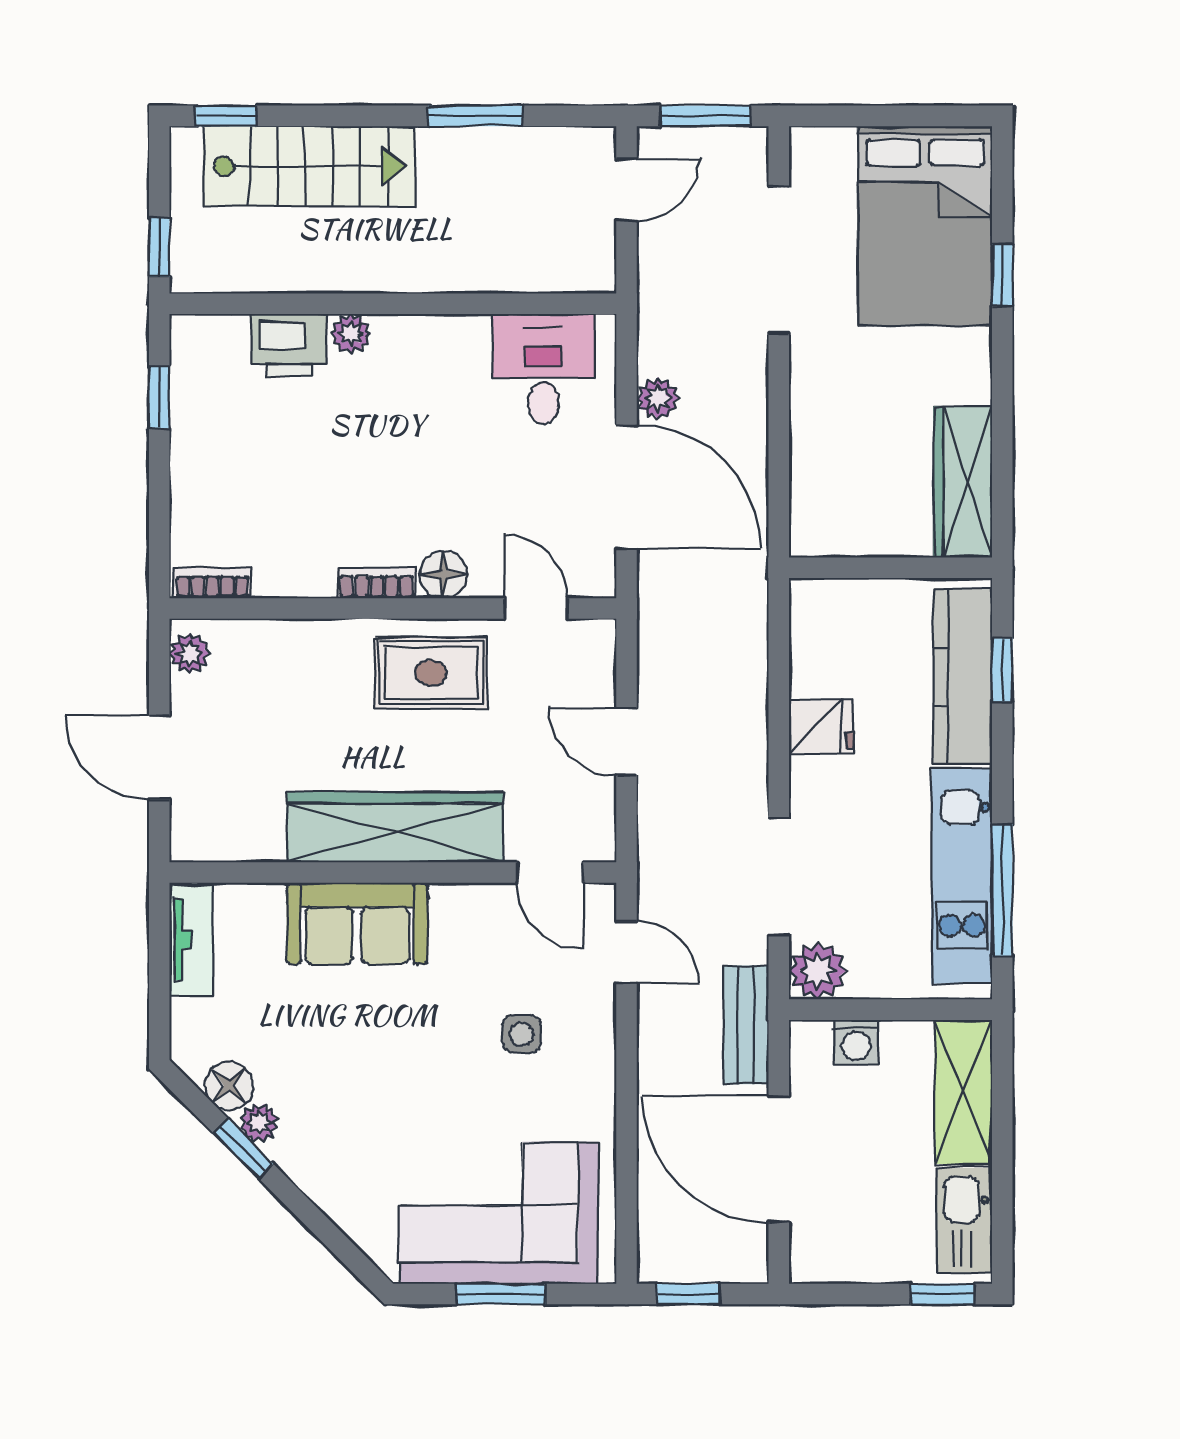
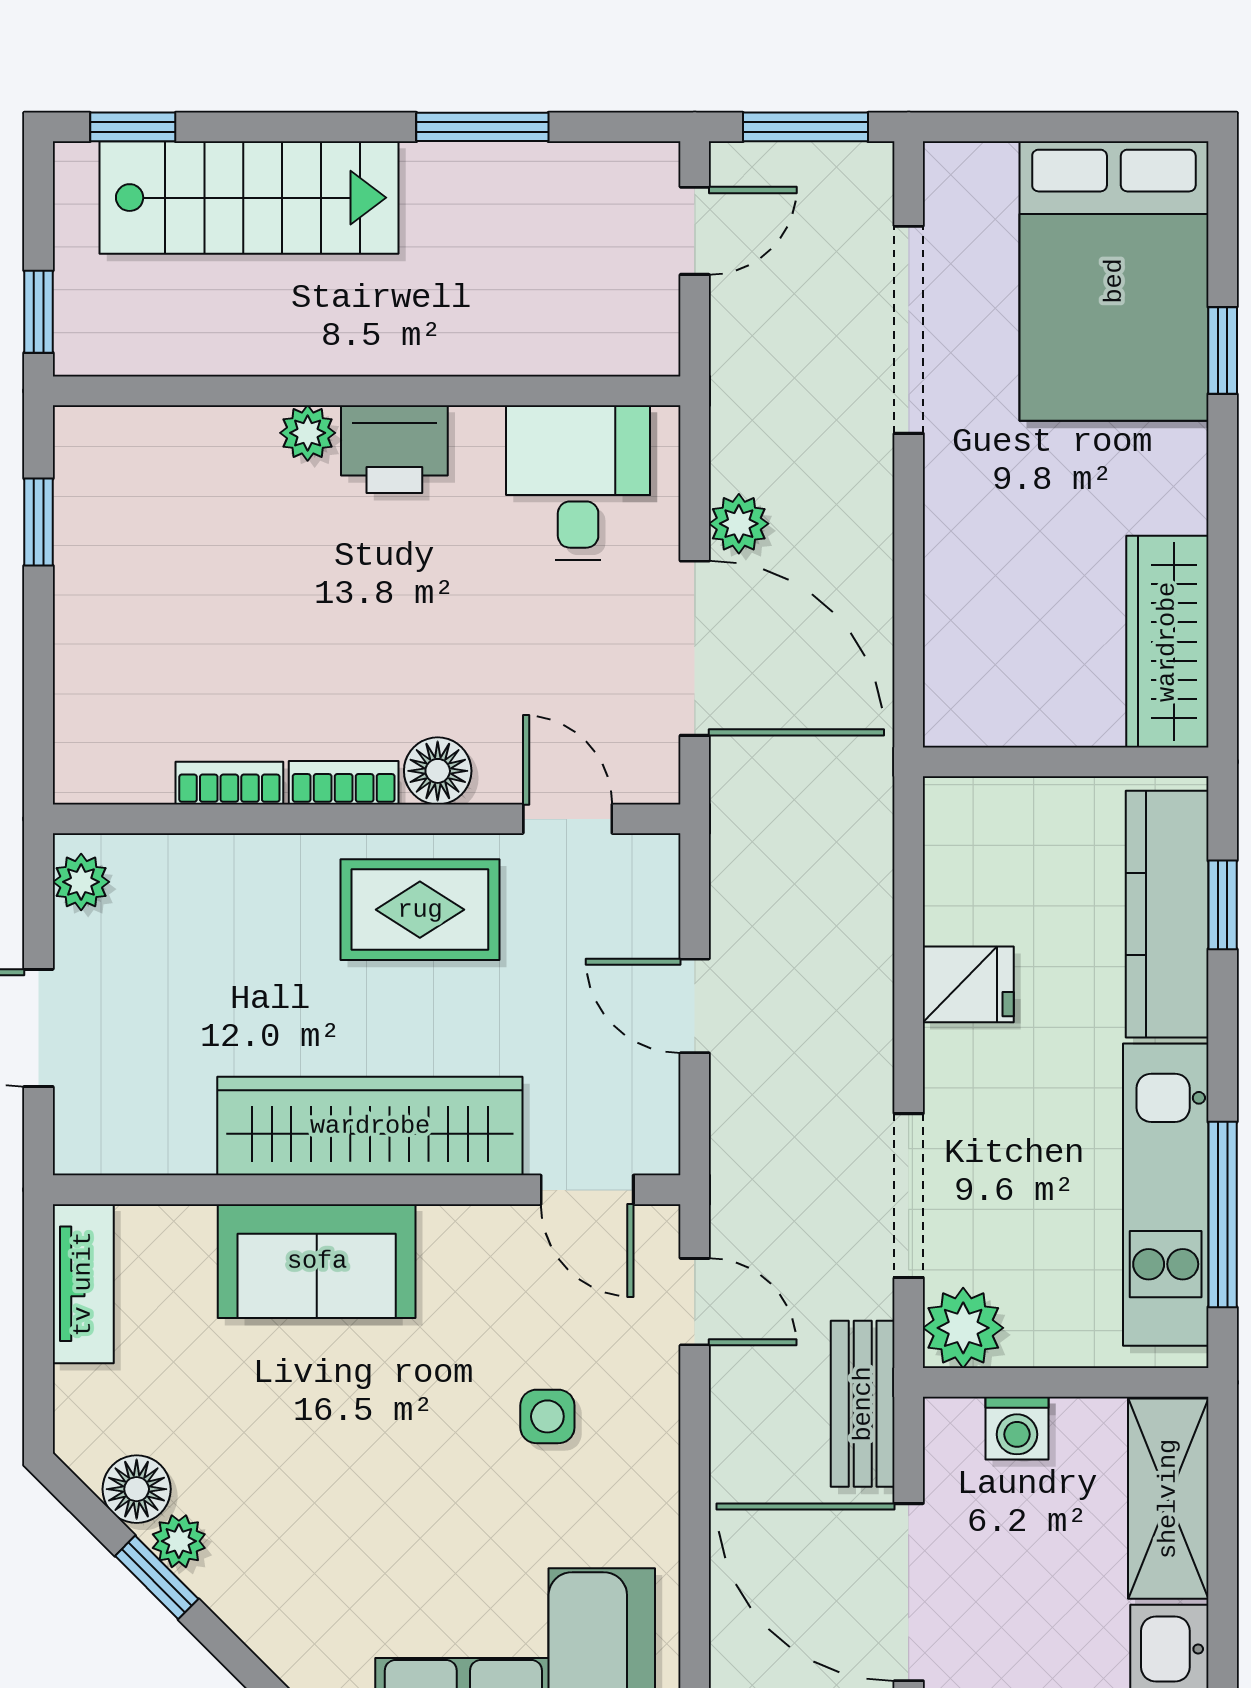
printer: (289, 345) -> (394, 449), moved
bookcase: (213, 583) -> (229, 783), moved

